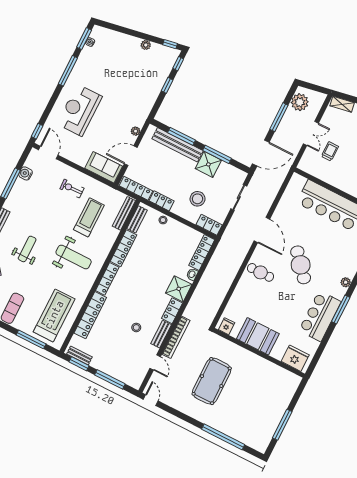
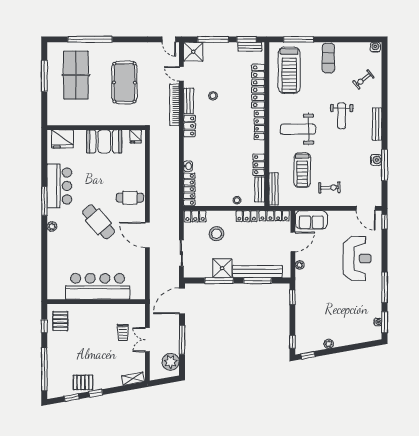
window: (167, 85) -> (292, 297), moved
water cooler: (26, 173) -> (376, 160), moved
locker: (123, 248) -> (259, 165), width x0.66
shower: (179, 289) -> (193, 52), moved
table tennis table: (253, 411) -> (76, 75), added

